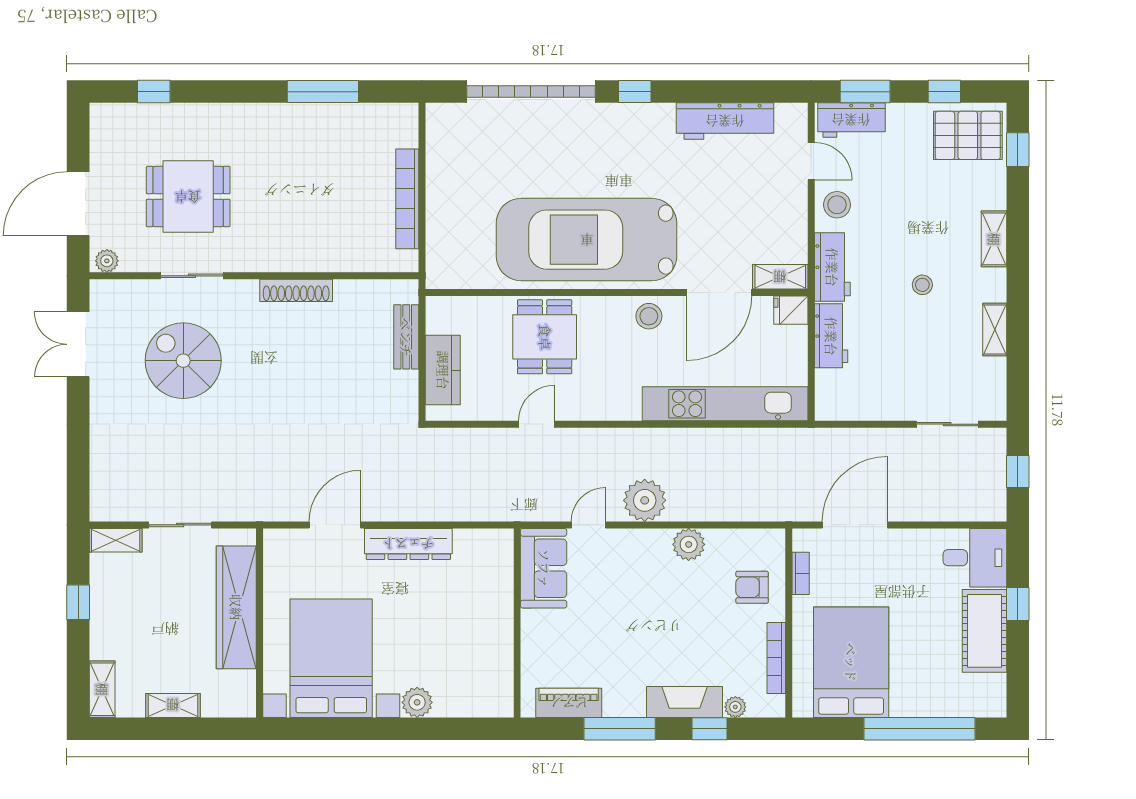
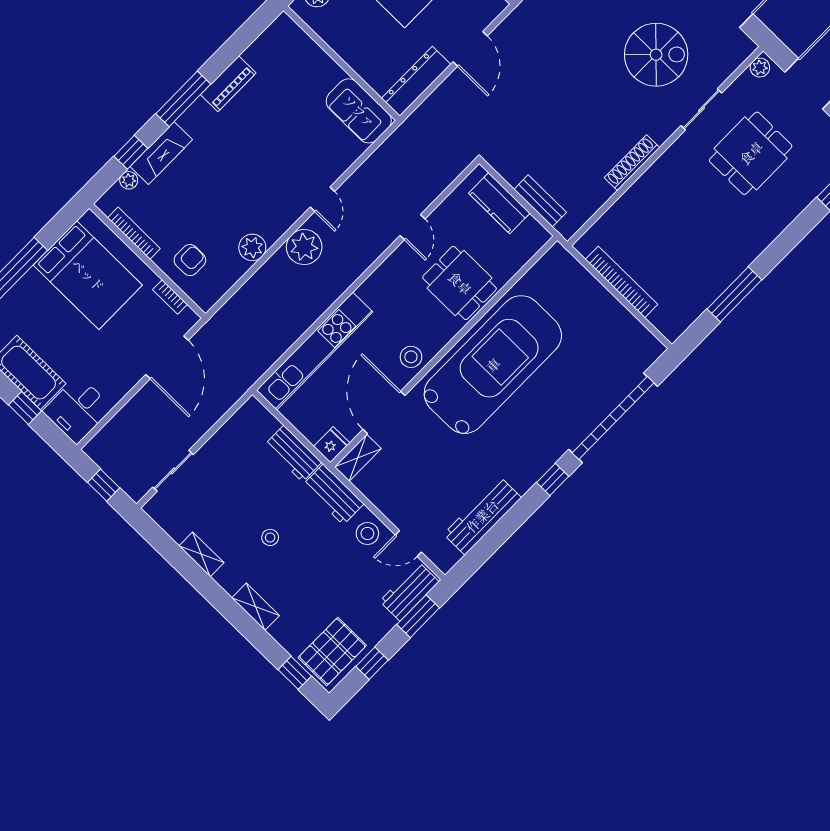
sofa: (544, 568) -> (359, 111), moved
wall: (517, 623) -> (342, 63), moved

